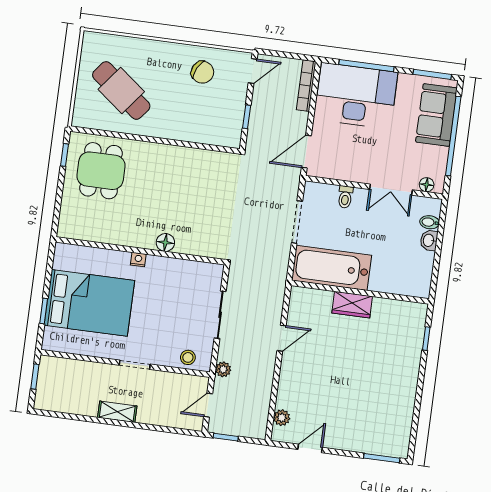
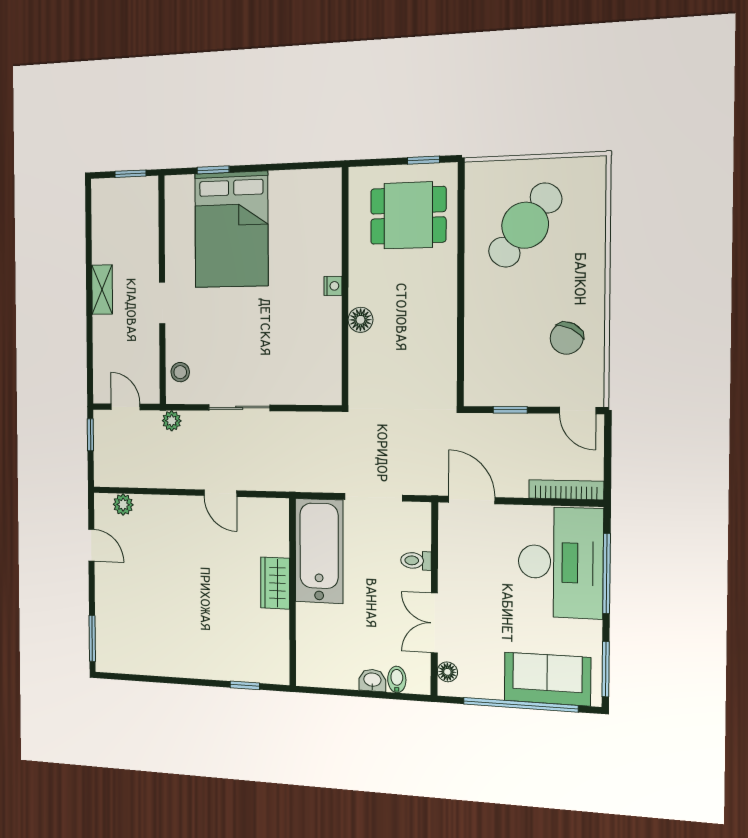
floor lamp: (165, 242) -> (360, 320), moved
wall: (140, 251) -> (345, 287), moved
nightstand: (138, 260) -> (333, 286), moved

